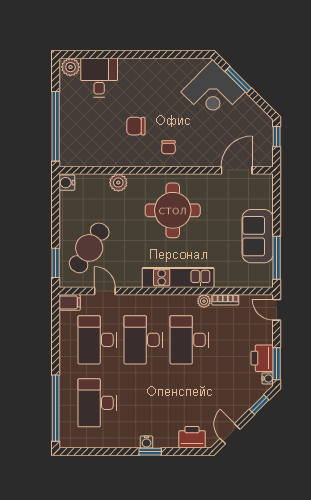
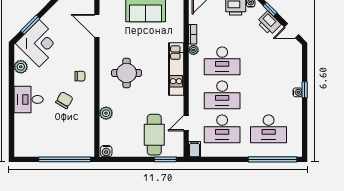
plant: (70, 67) -> (21, 67), moved
desk: (99, 78) -> (29, 99), moved
chair: (136, 126) -> (64, 100), turned -150
round table: (173, 210) -> (127, 73), width x0.73, depth x0.73
cafe table: (89, 248) -> (154, 135), turned 57
printer: (192, 437) -> (269, 23), moved, turned -45

